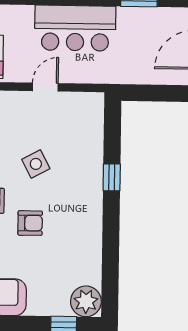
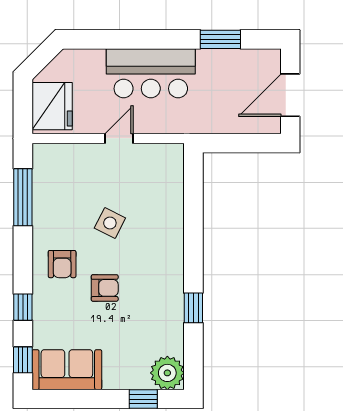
side table: (36, 164) -> (110, 223), turned -35
window: (112, 177) -> (193, 308), moved

